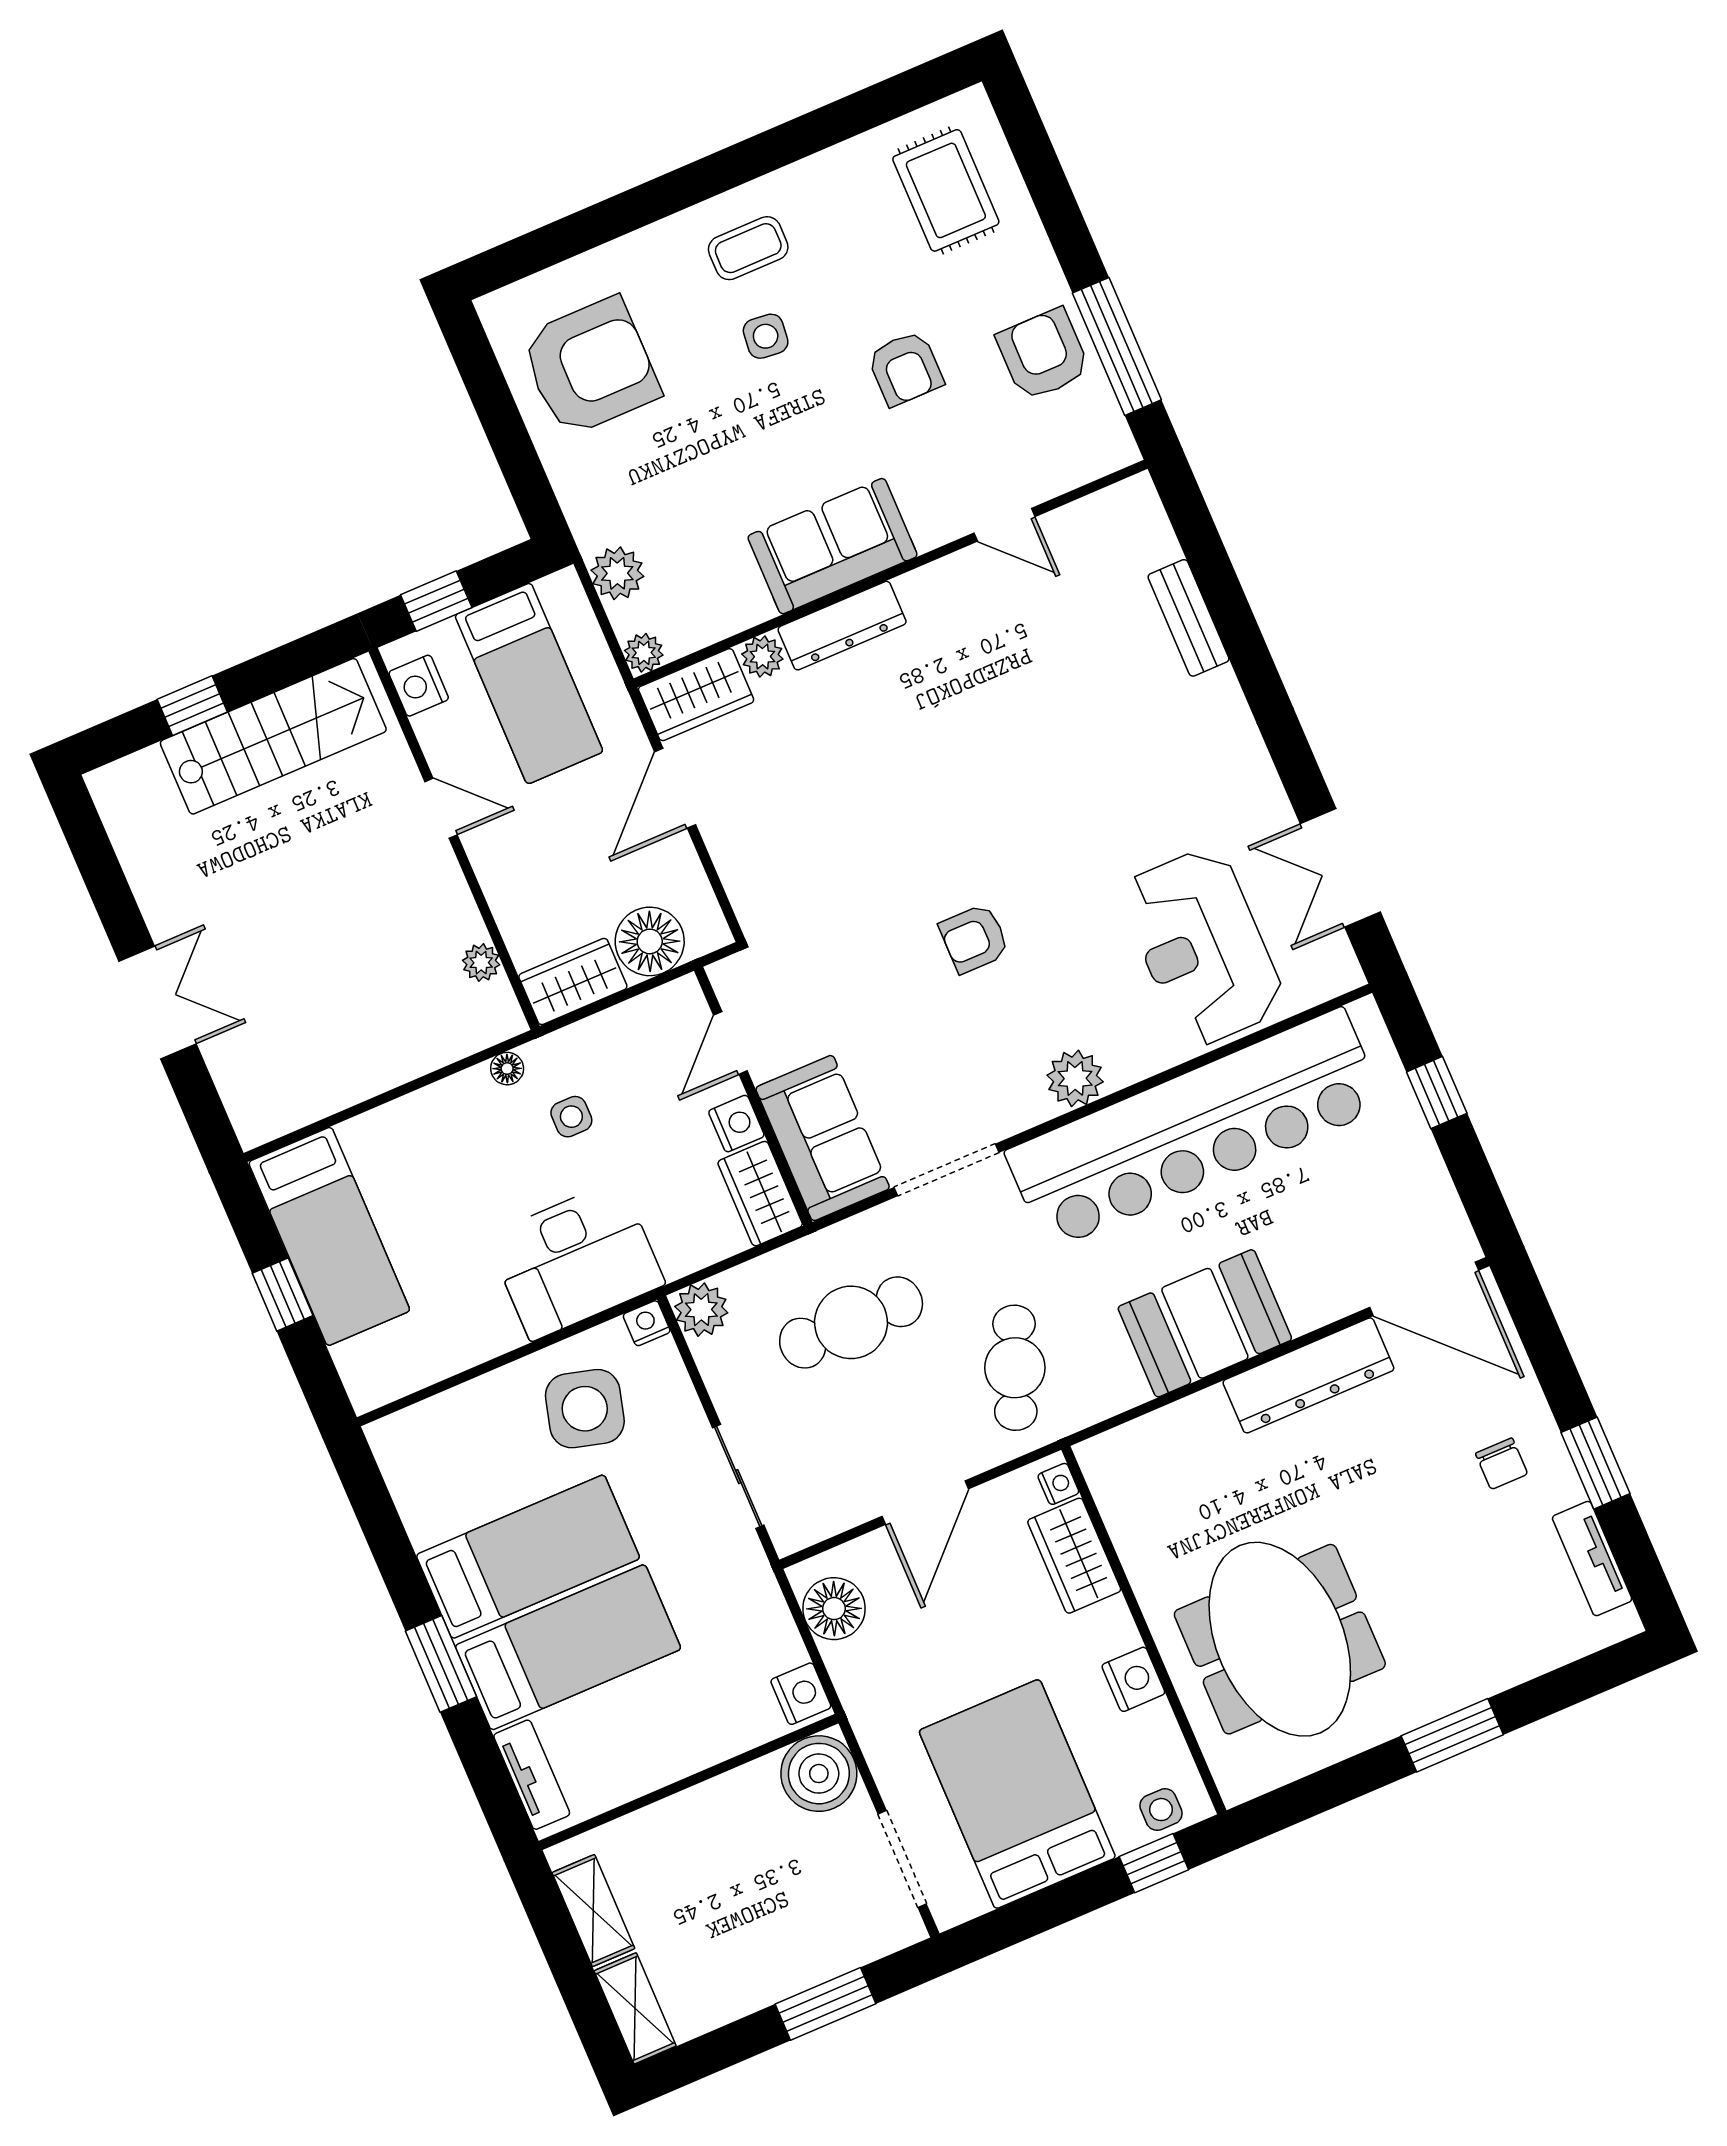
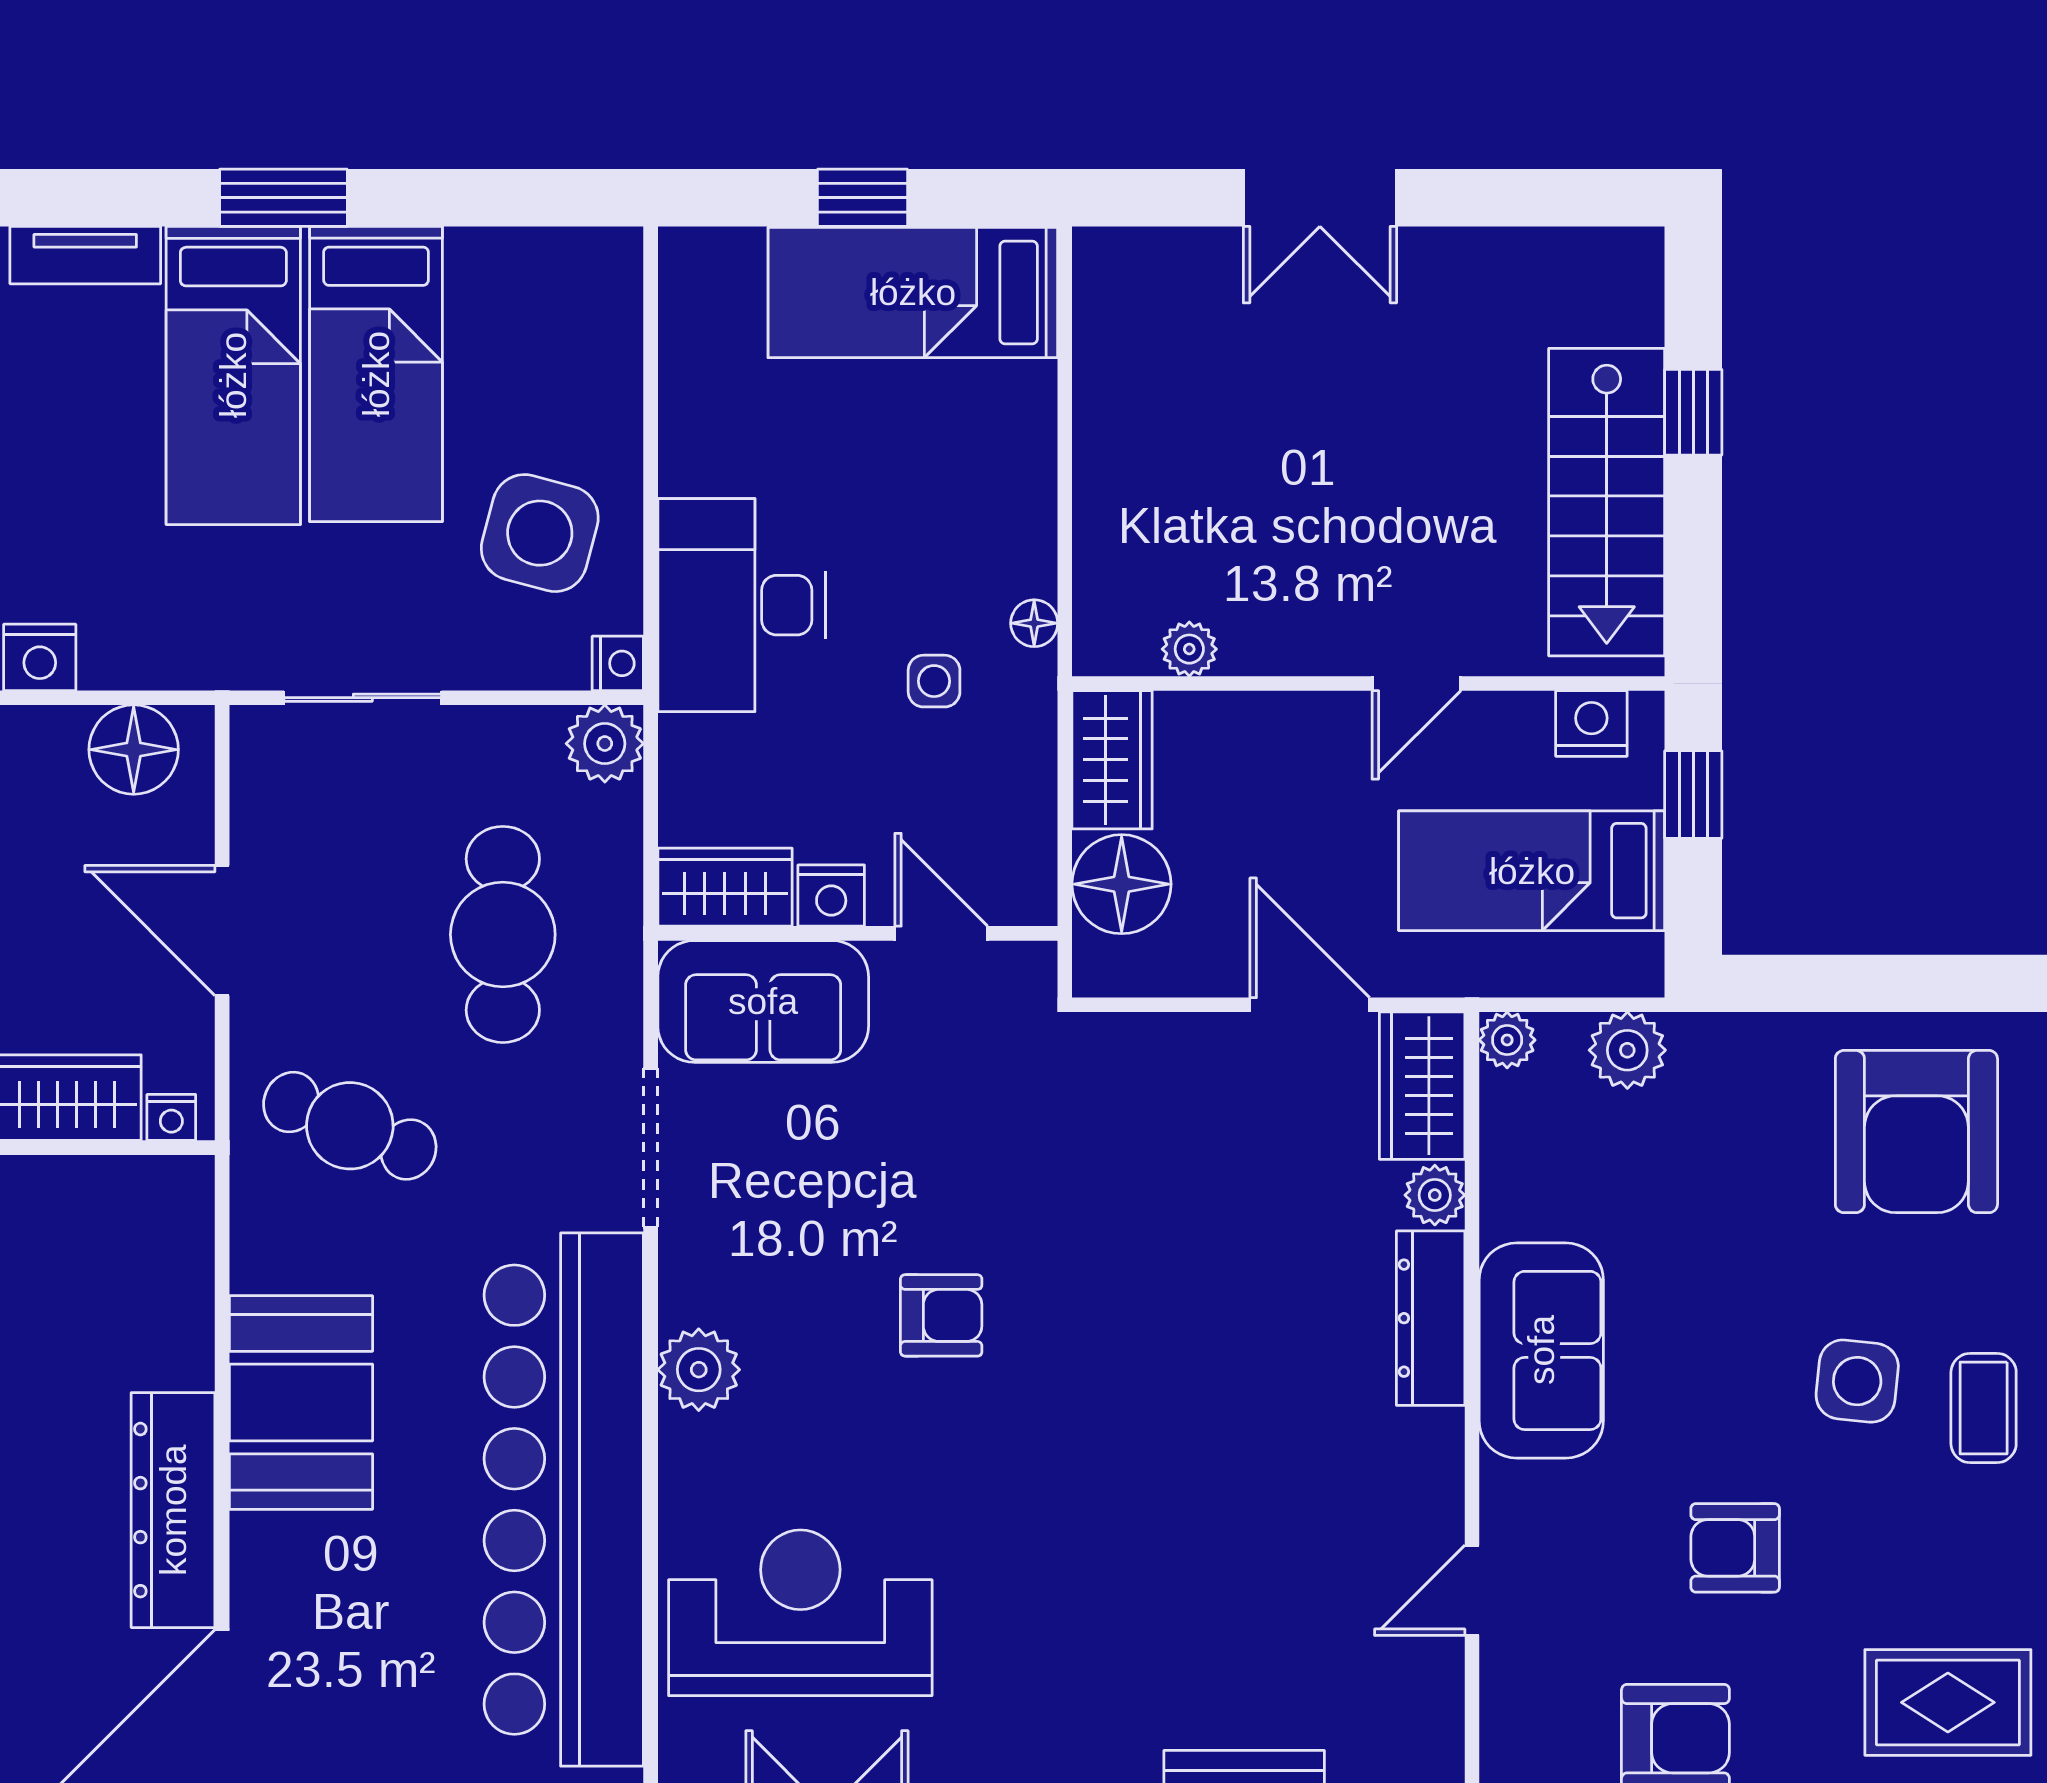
side table: (766, 336) -> (1857, 1381), width x1.37, depth x1.37
armchair: (974, 939) -> (941, 1315), turned 90

